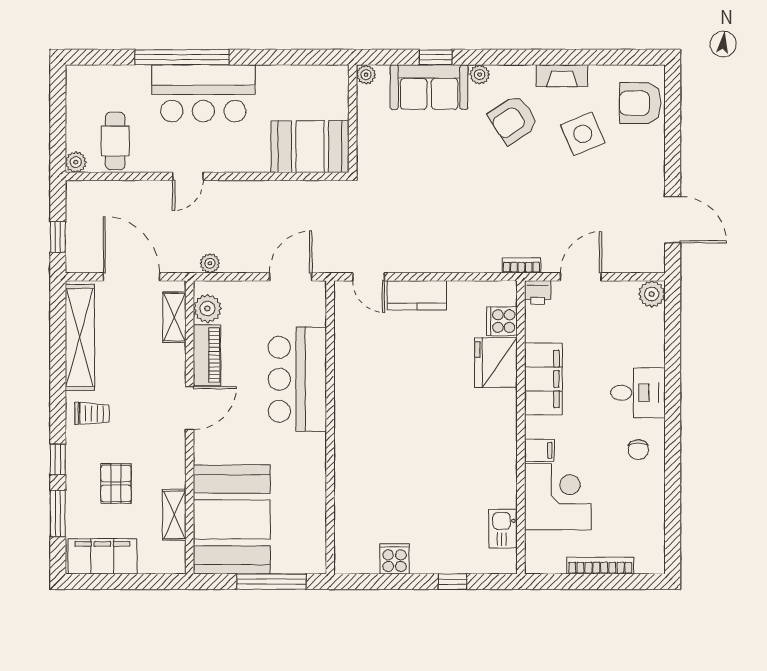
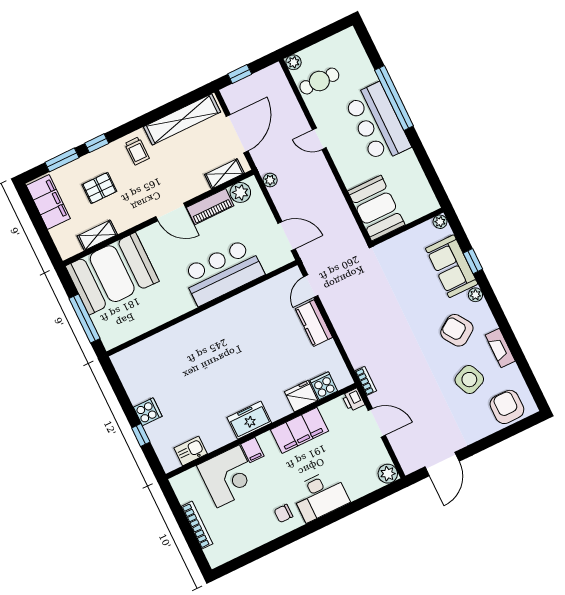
fridge: (496, 363) -> (301, 396), width x0.73, depth x0.75
desk: (638, 393) -> (320, 496), width x1.37
freezer: (500, 436) -> (249, 420), added
cooker: (395, 559) -> (148, 412), moved

